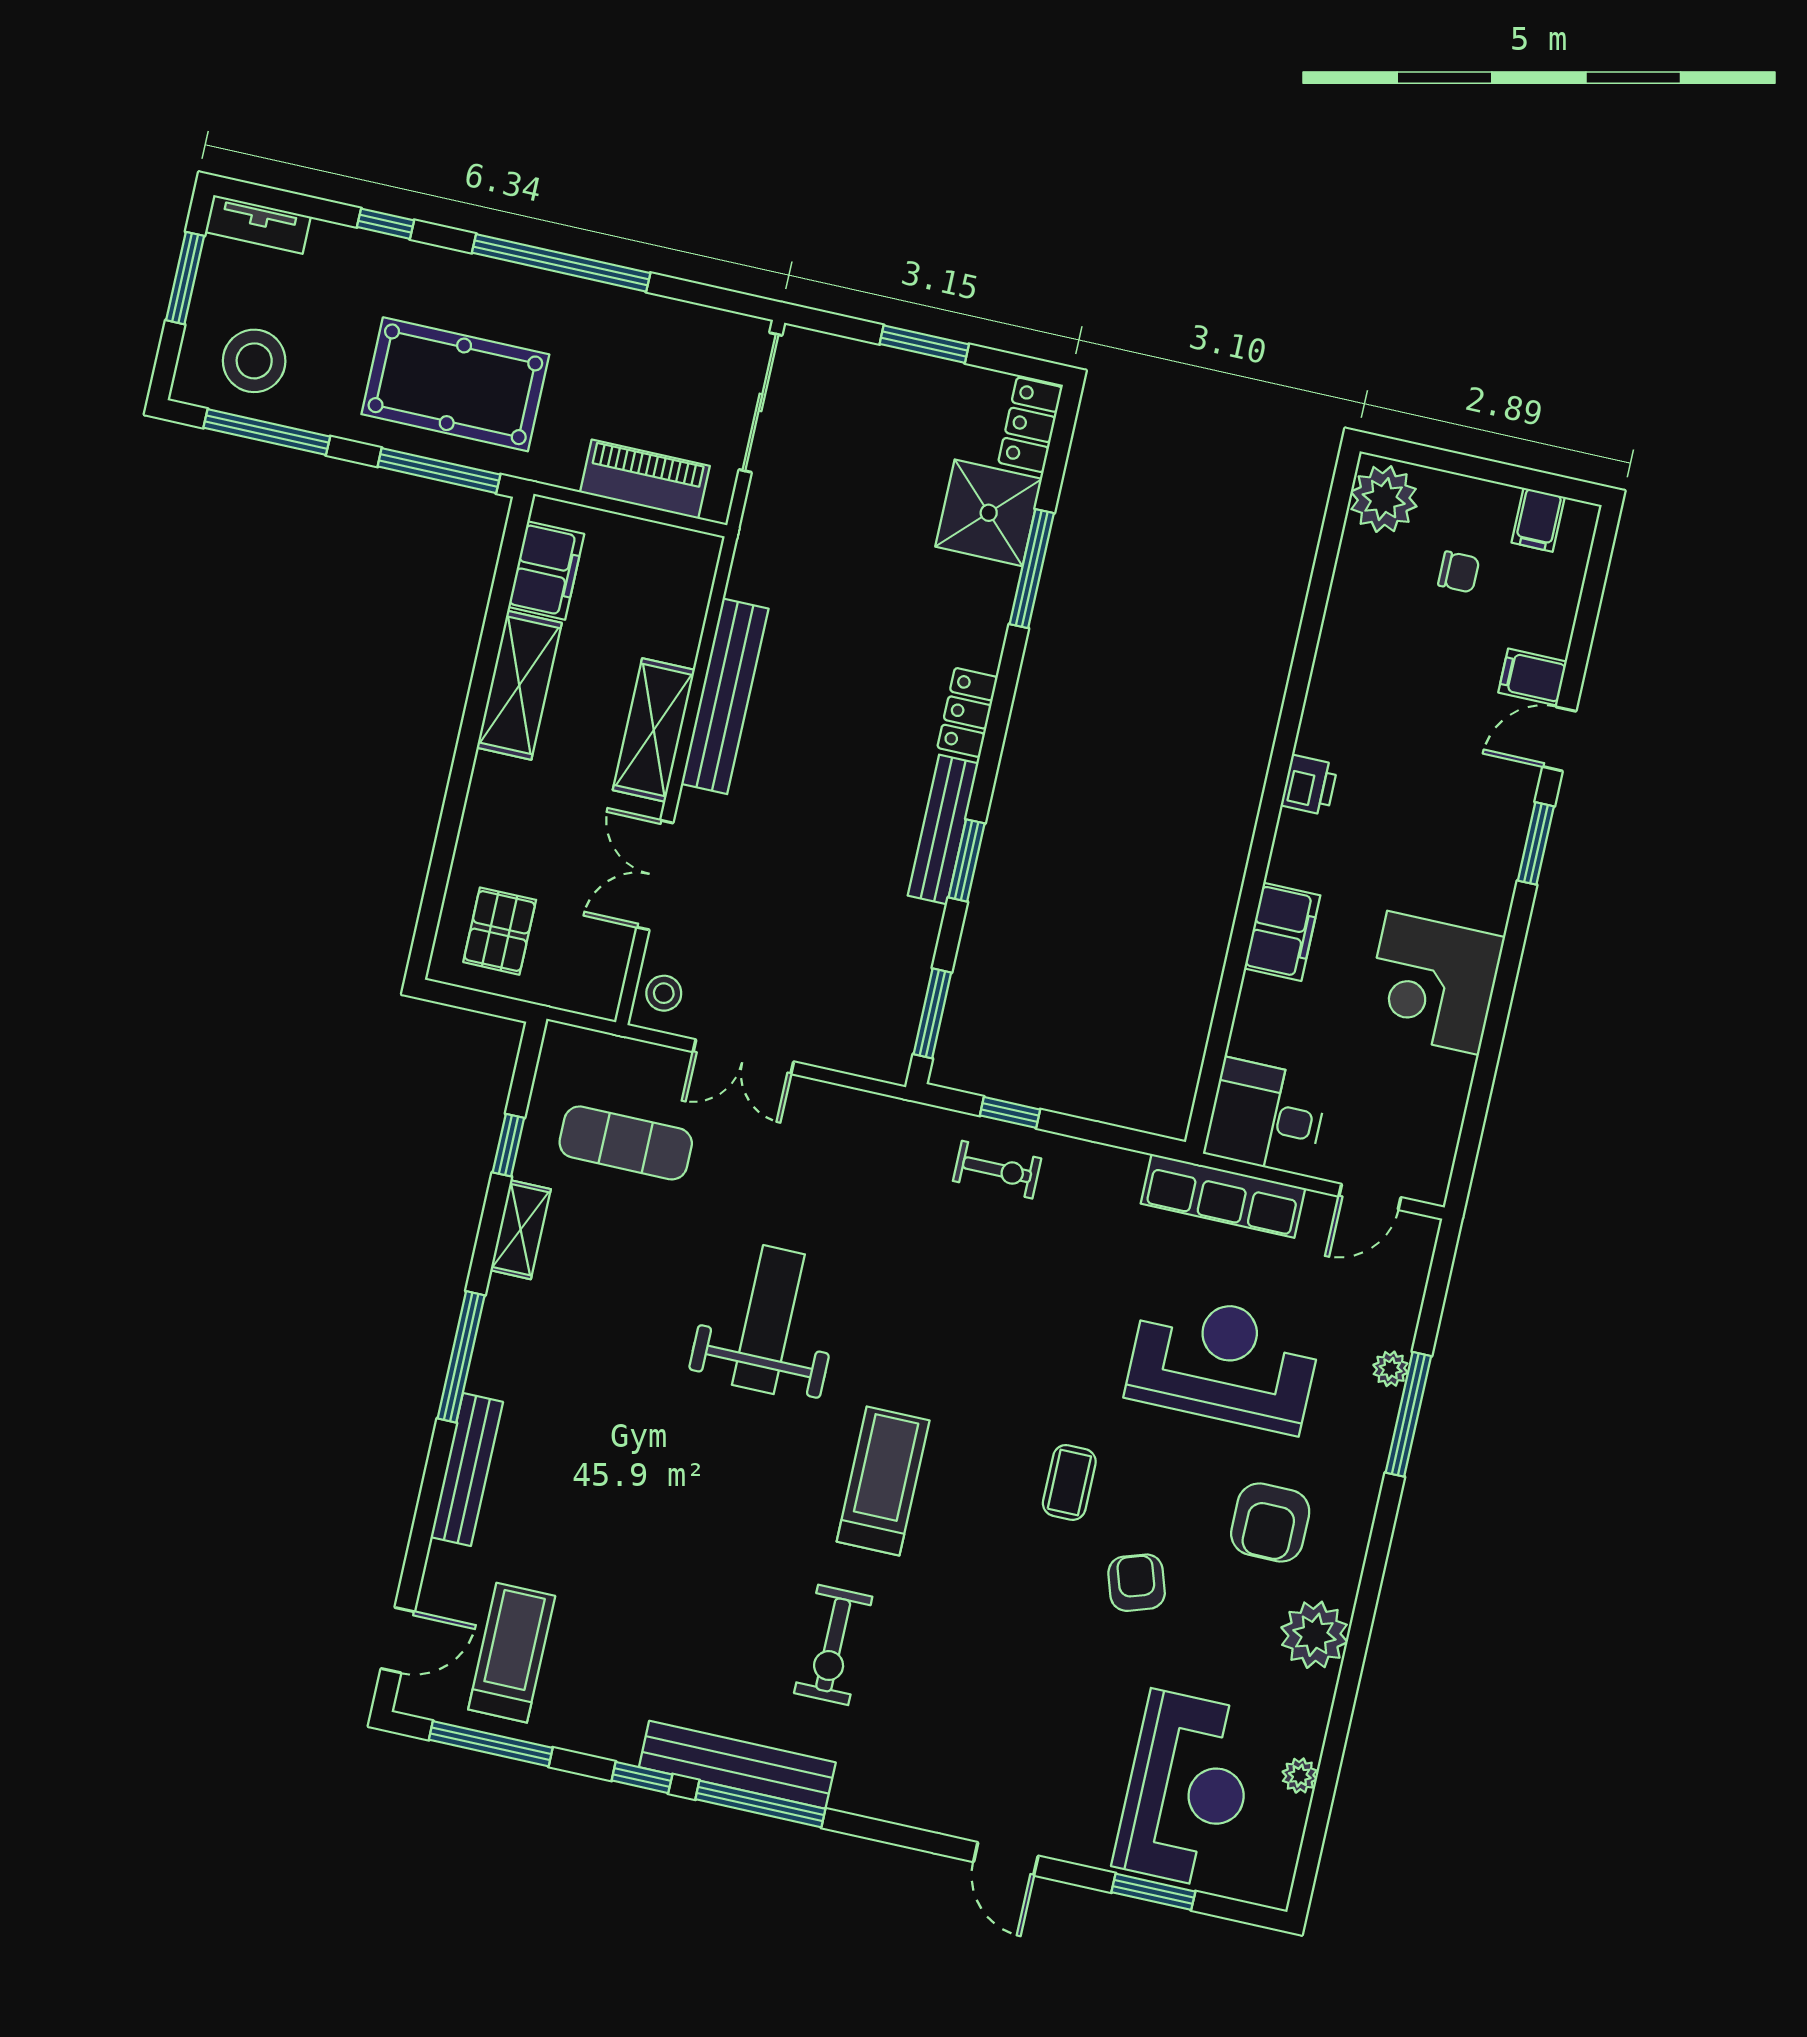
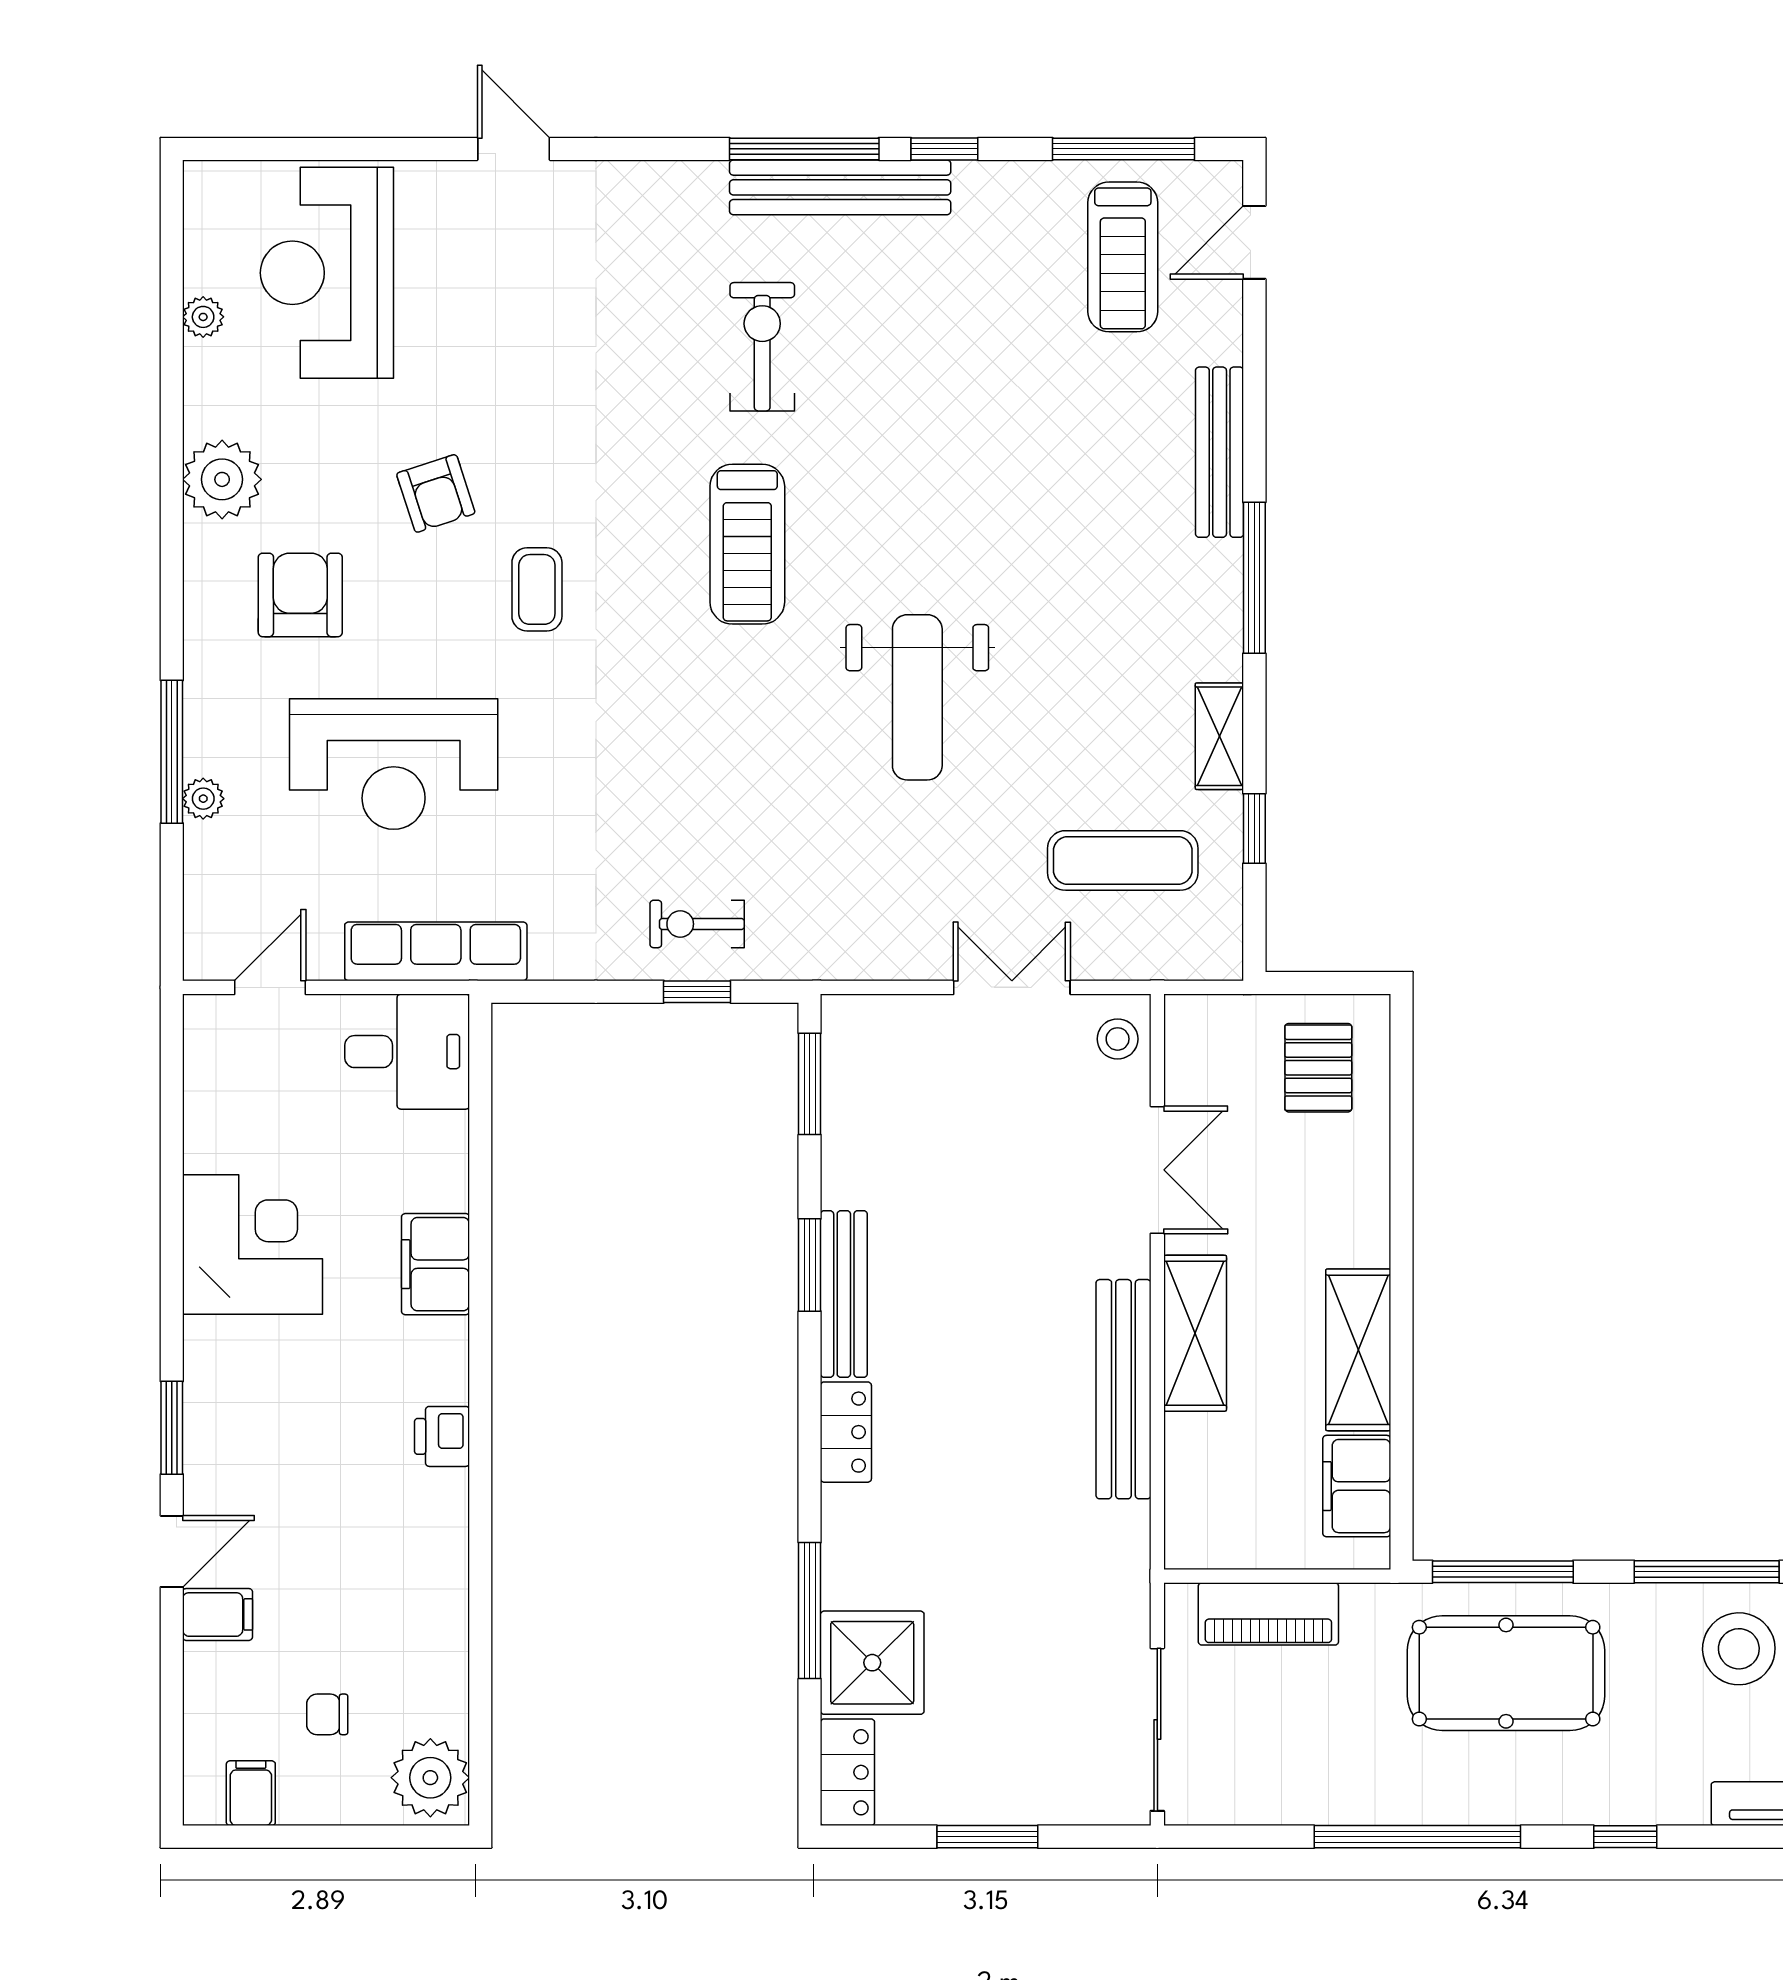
window: (1153, 1892) -> (339, 149), removed

